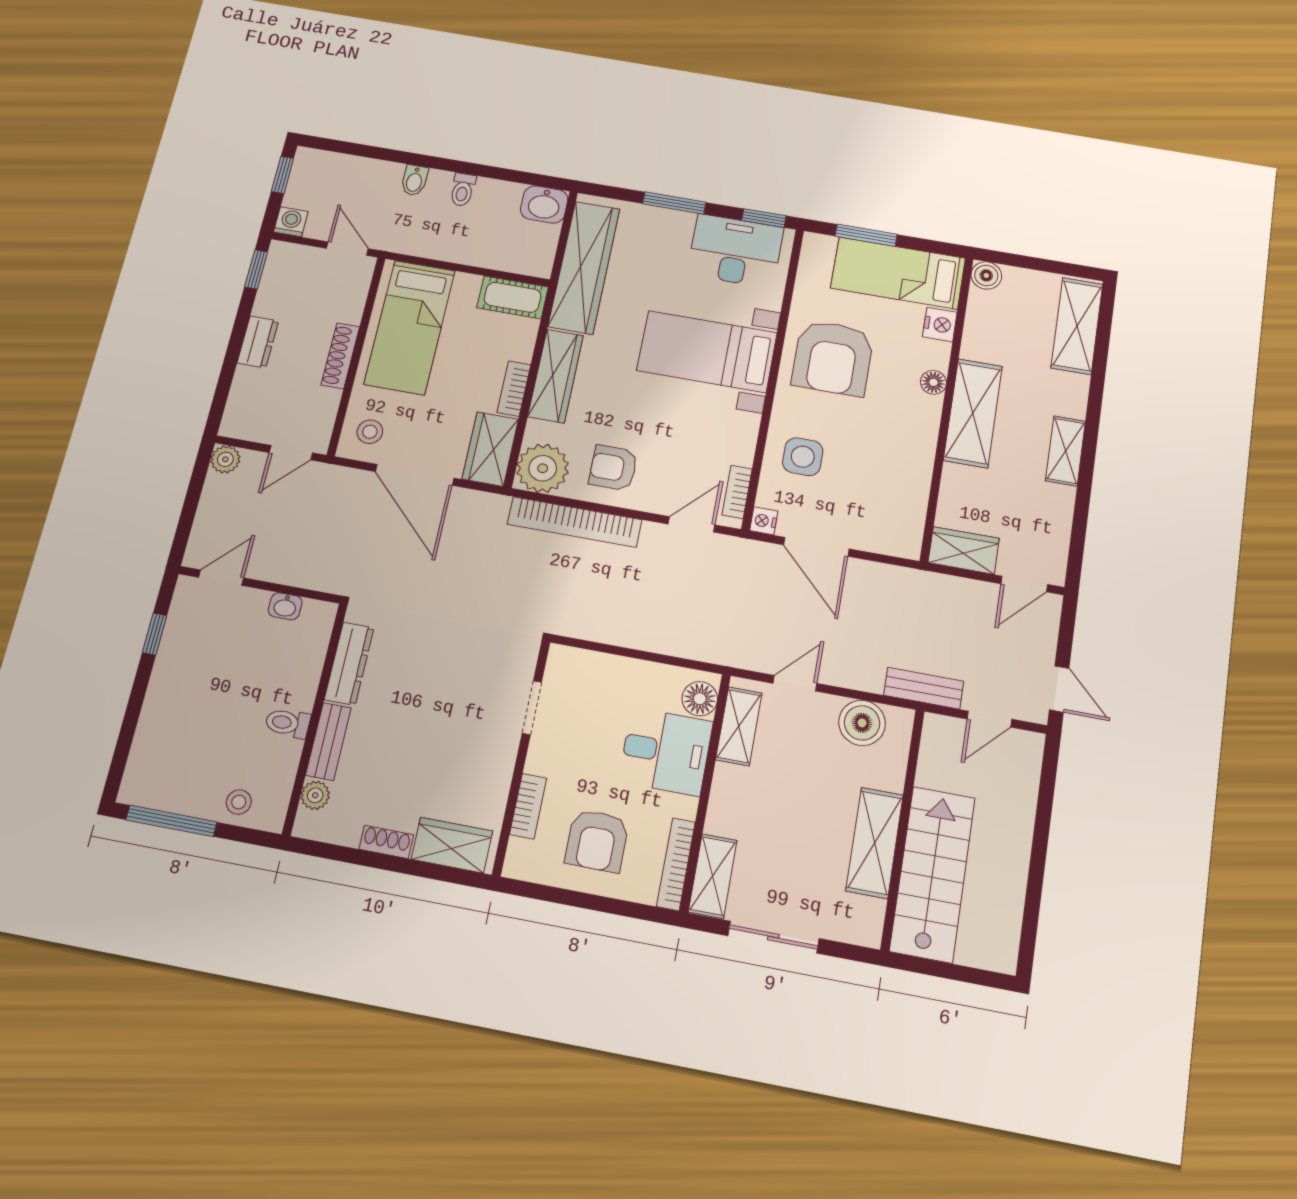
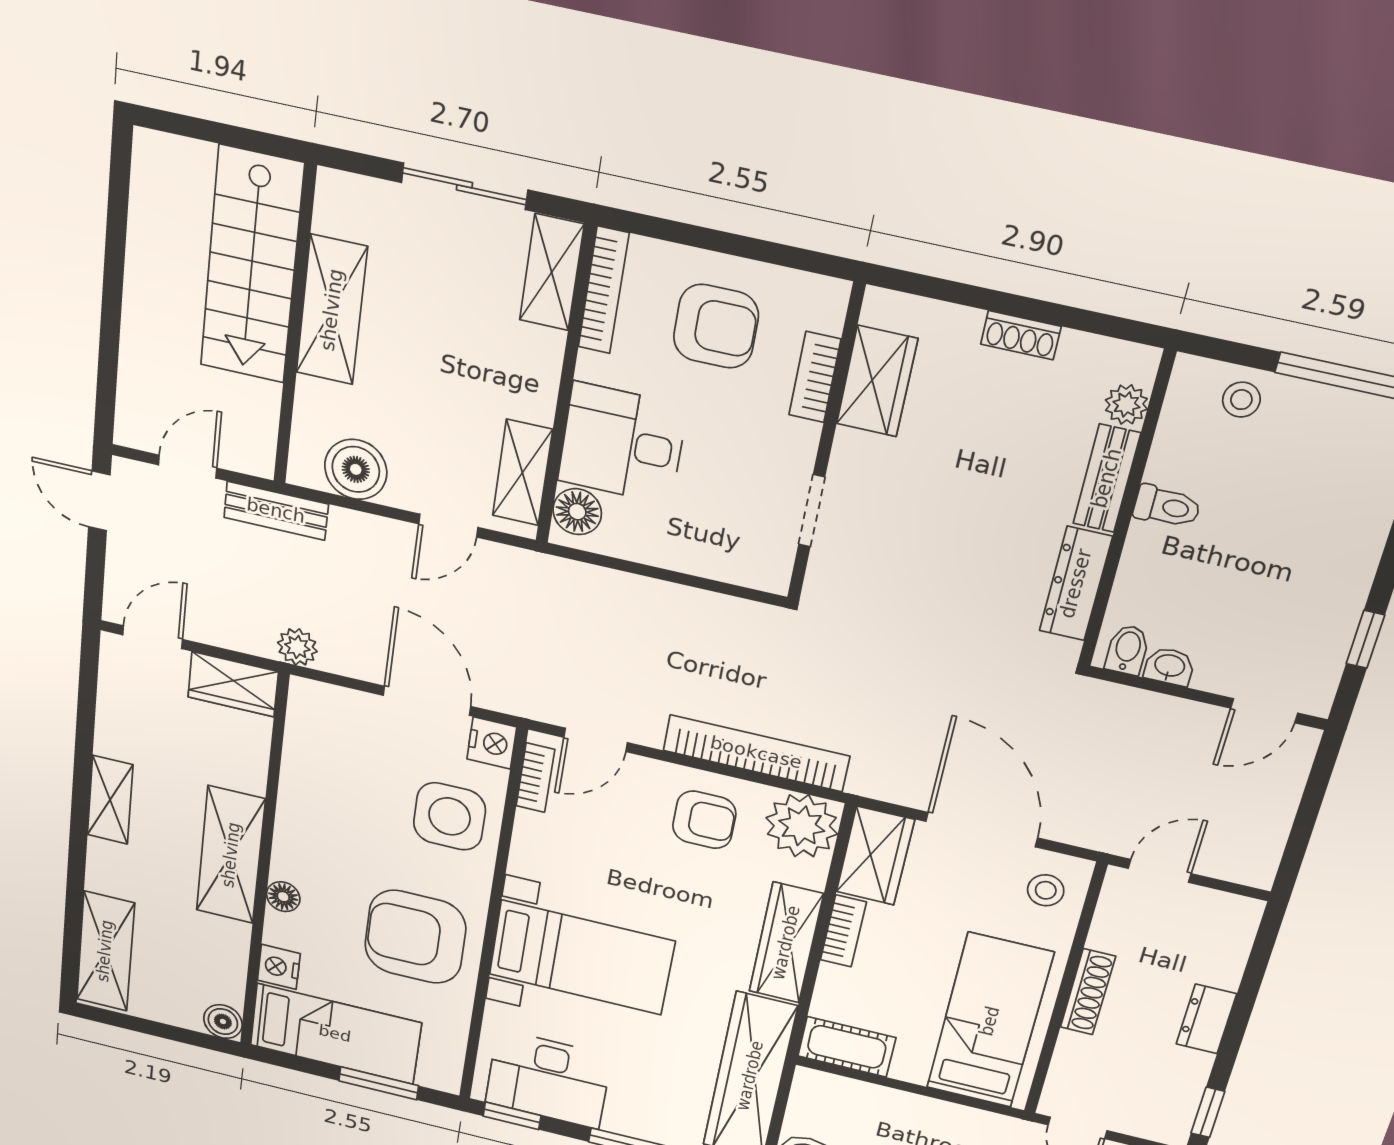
armchair: (833, 358) -> (415, 937), turned -90
side table: (803, 457) -> (450, 816), width x1.37, depth x1.37
plant: (225, 459) -> (297, 647), moved
nightstand: (764, 521) -> (492, 743), width x1.39, depth x1.35
bidet: (314, 617) -> (1127, 650), added
armchair: (597, 841) -> (716, 326), turned 90
wardrobe: (452, 845) -> (877, 381), moved, turned -90

